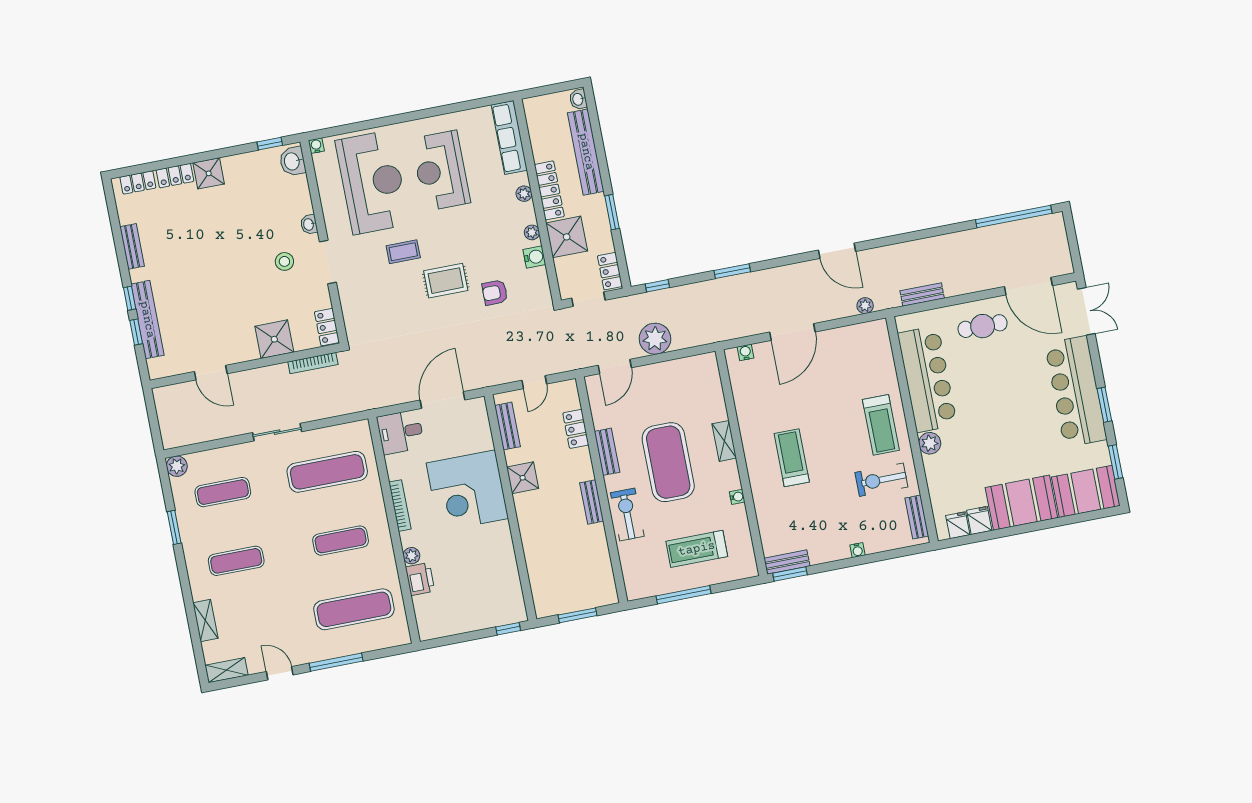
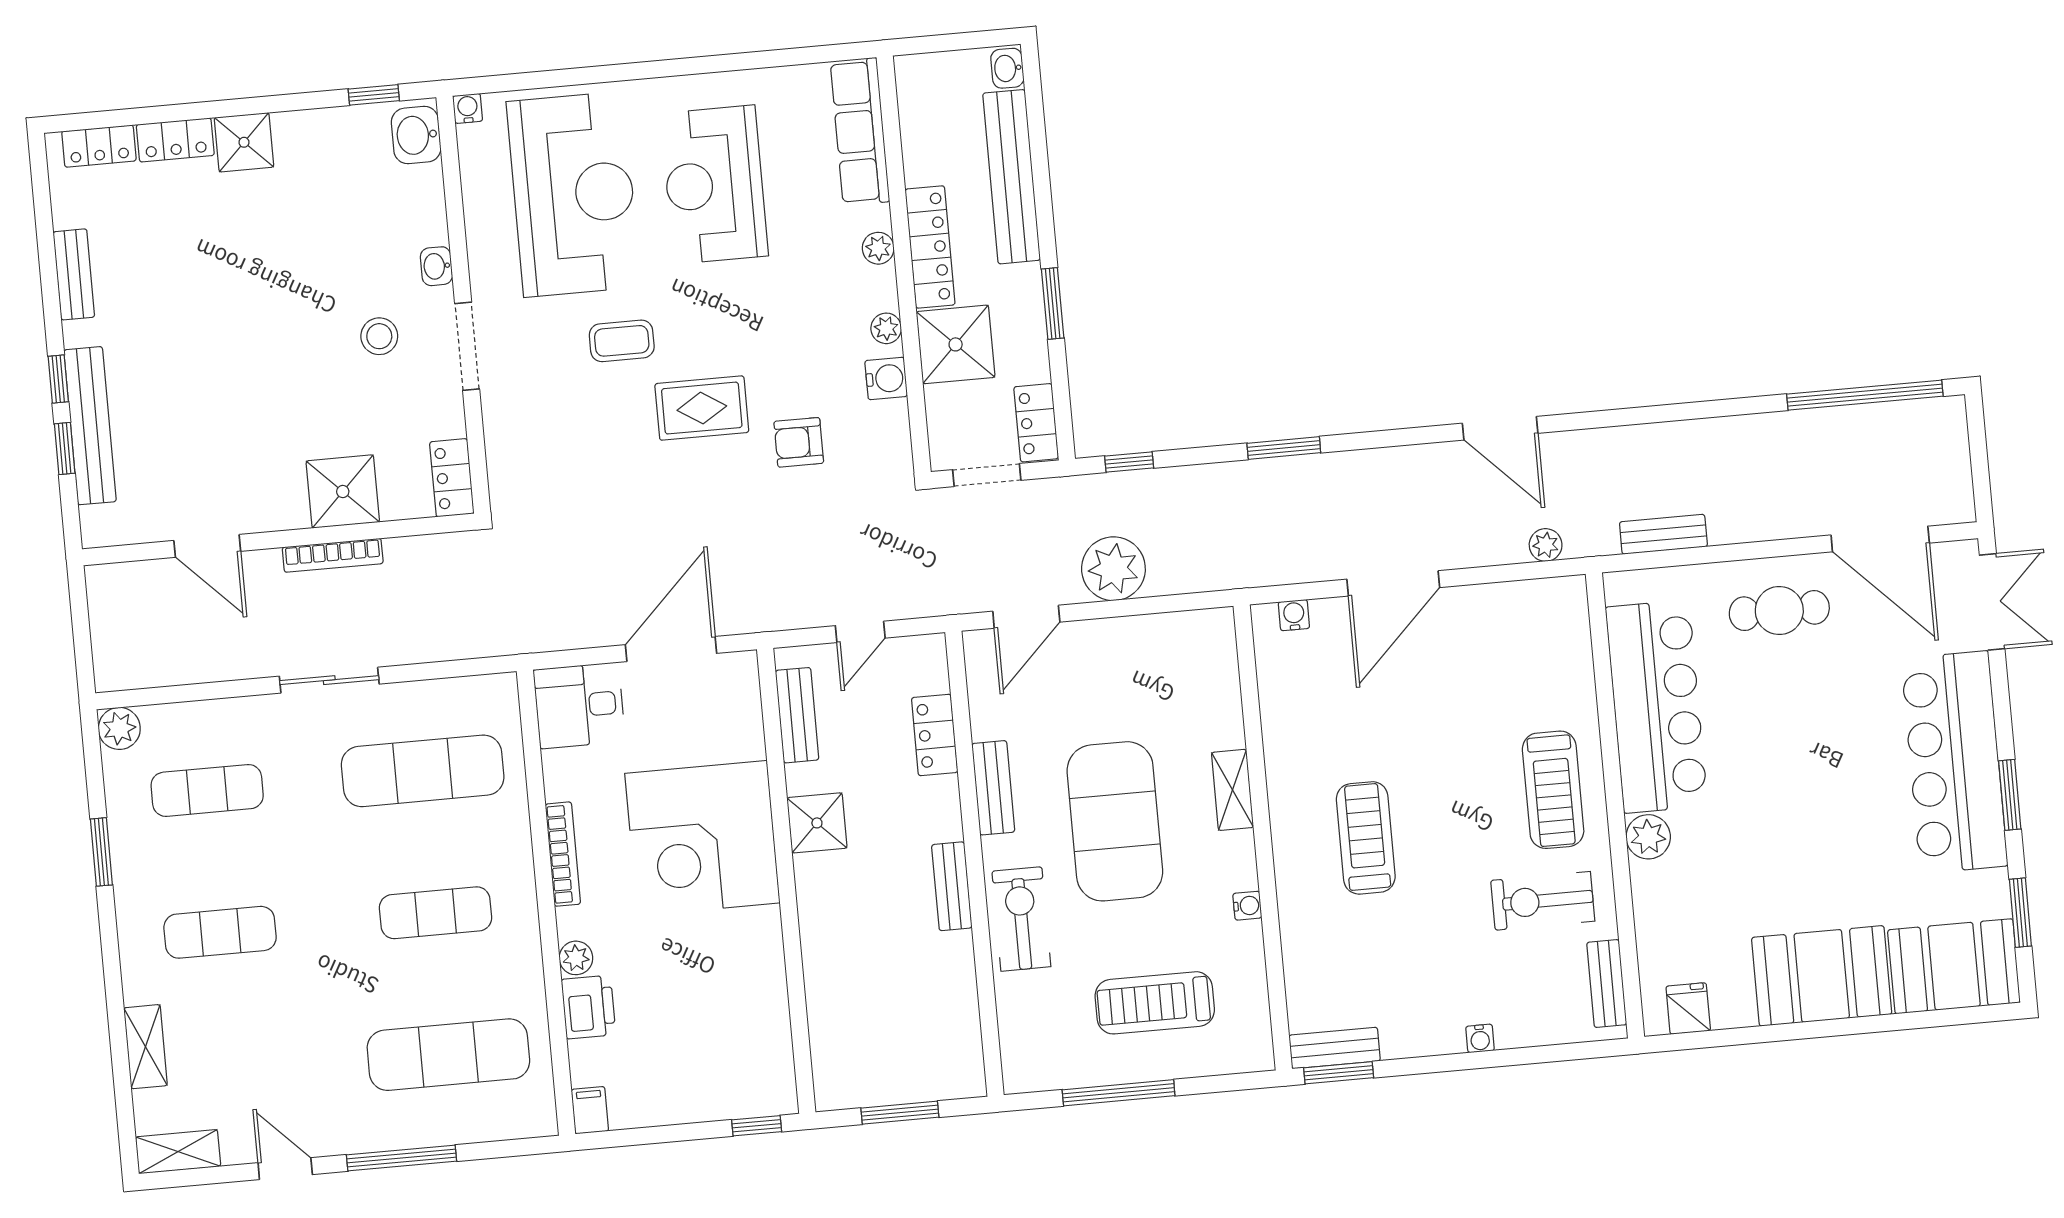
bookcase: (313, 363) -> (333, 555), moved
fridge: (979, 520) -> (1733, 1003), removed
filing cabinet: (426, 629) -> (590, 1110), added

